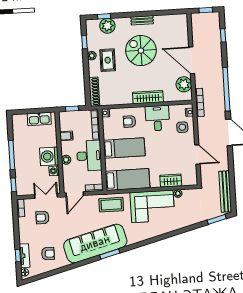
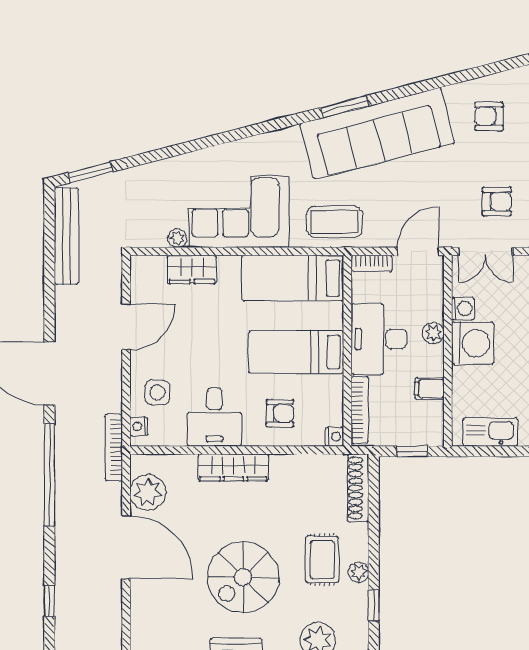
spiral stairs: (141, 51) -> (243, 577), turned 90
door: (197, 154) -> (126, 327), swing flipped

